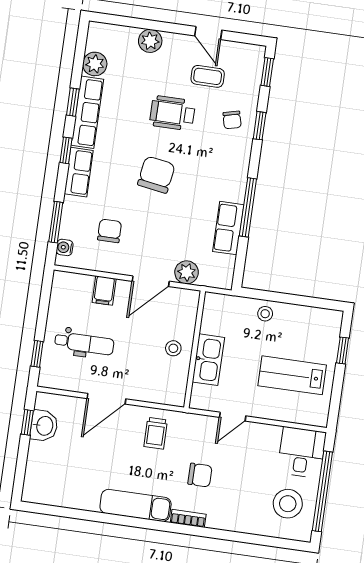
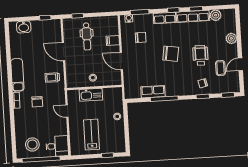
plant: (187, 272) -> (129, 77), removed
washbasin: (44, 426) -> (24, 27), moved

